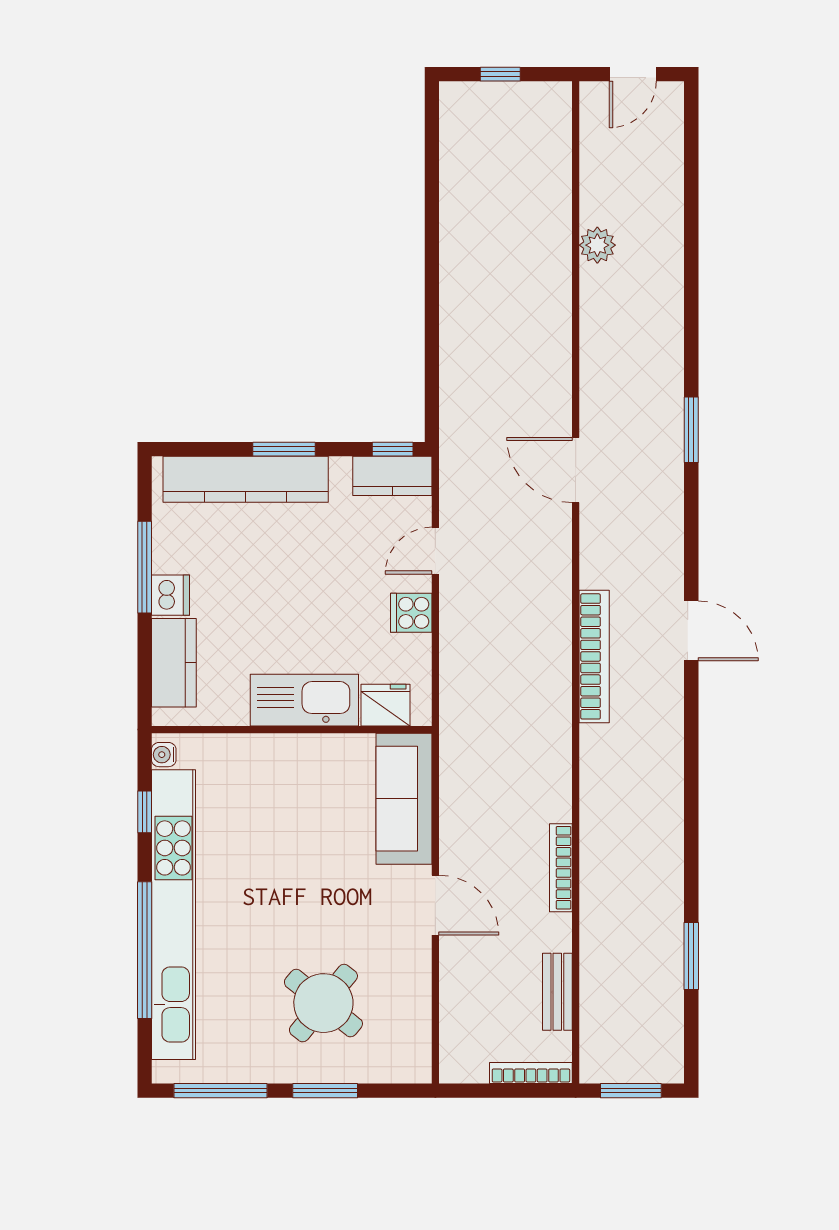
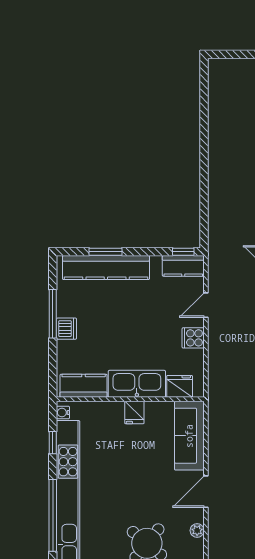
window: (500, 74) -> (240, 54), removed
window: (284, 449) -> (105, 252), moved
kitchen counter: (174, 663) -> (84, 386), moved, turned -90
fridge: (299, 755) -> (134, 413), added
door: (435, 905) -> (206, 492), swing flipped
plant: (419, 979) -> (197, 530), added

